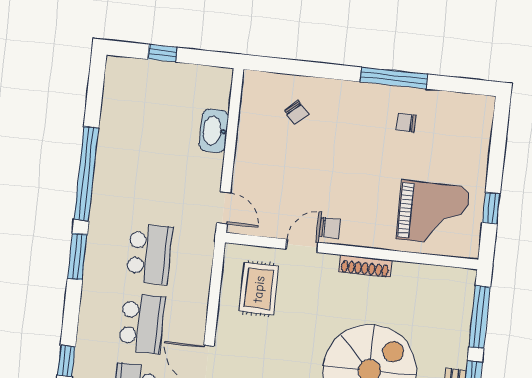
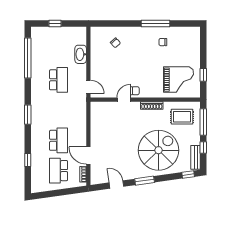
window: (86, 174) -> (28, 58), moved
school desk: (149, 254) -> (59, 80), moved
rug: (259, 289) -> (182, 117), moved, turned 90

